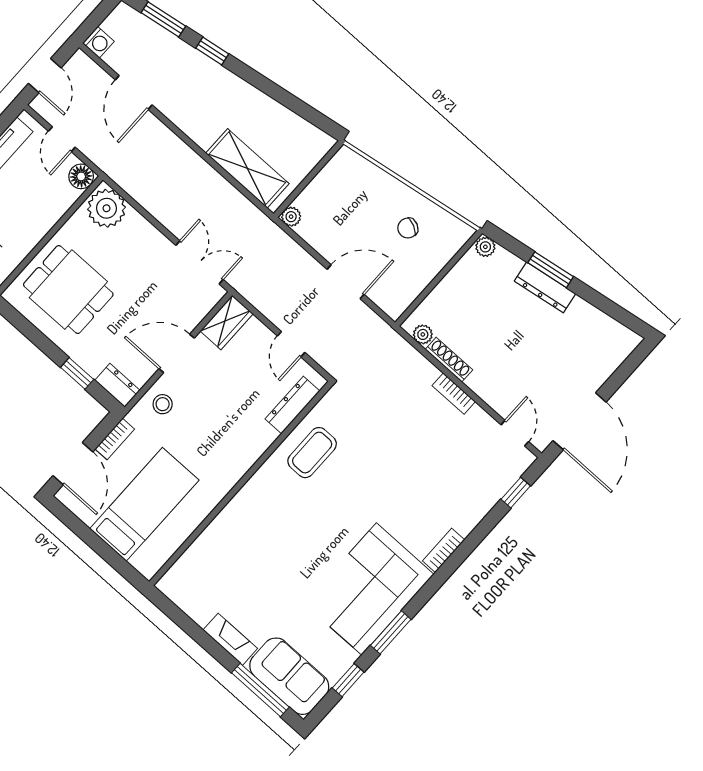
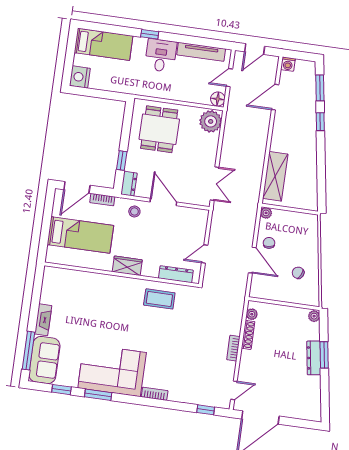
chair: (337, 241) -> (269, 243), added
wardrobe: (227, 322) -> (127, 266), moved, turned 180

